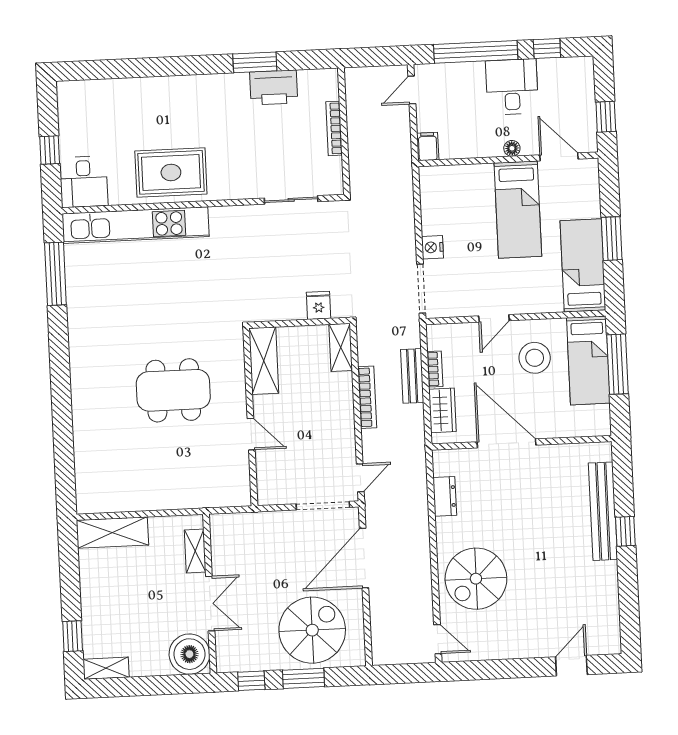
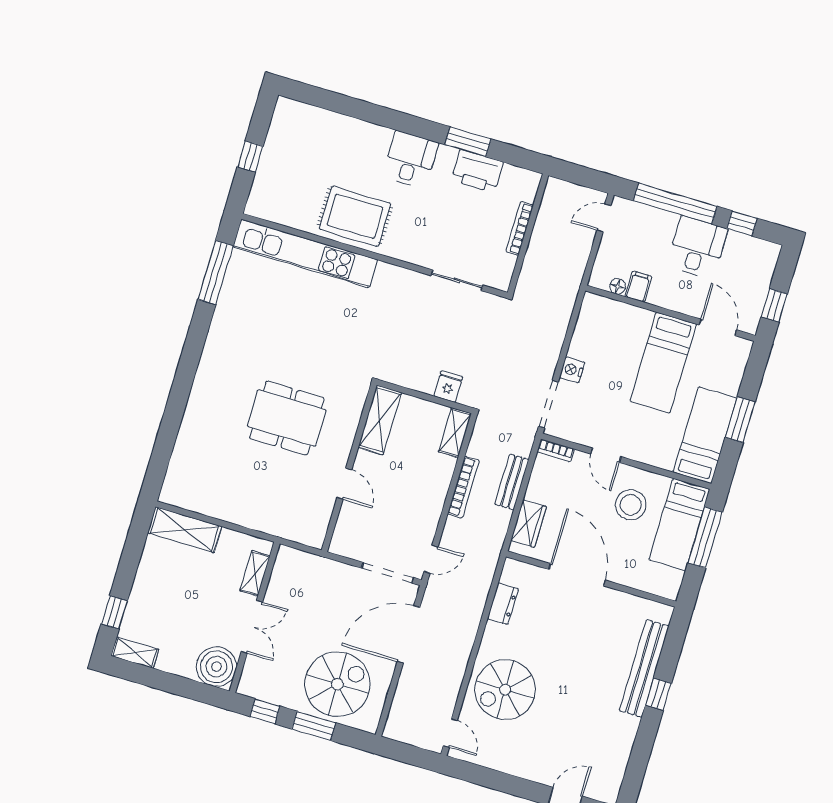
filing cabinet: (428, 146) -> (638, 287), moved
floor lamp: (512, 148) -> (618, 286), moved
desk: (84, 182) -> (410, 160), moved, turned 180
door: (494, 318) -> (606, 455), hinge flipped
bookcase: (435, 369) -> (556, 450), moved, turned 90

